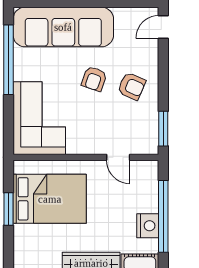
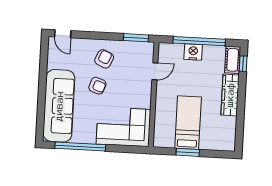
bed: (50, 199) -> (188, 123), width x0.67
nightstand: (148, 226) -> (193, 52), moved

